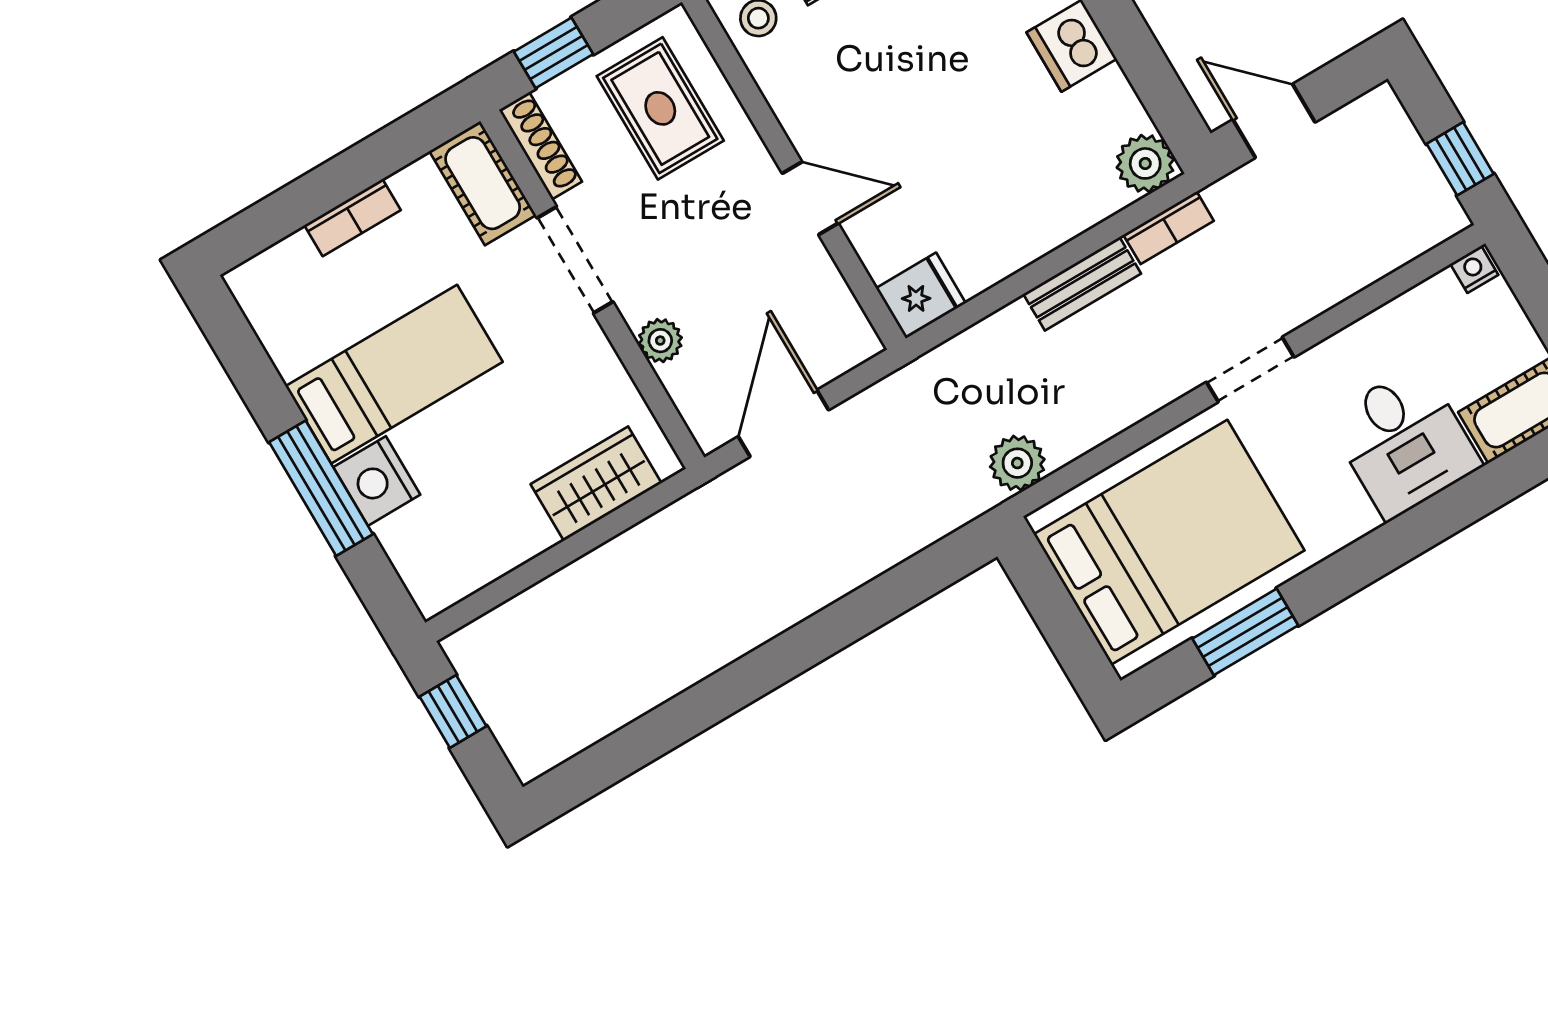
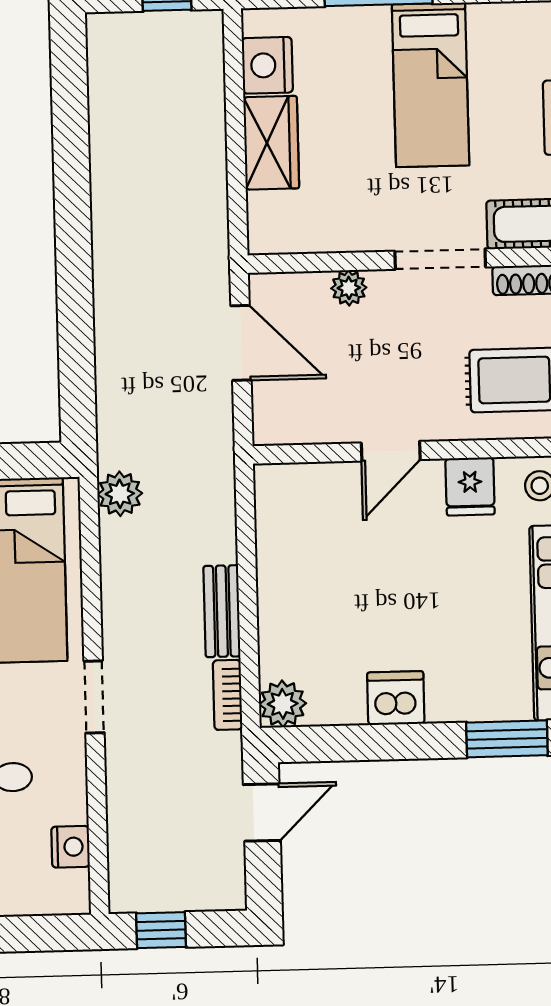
nightstand: (1474, 269) -> (70, 847), moved, width x1.39, depth x1.35
fridge: (921, 296) -> (470, 486), moved
nightstand: (377, 481) -> (267, 65), moved, turned -90
wardrobe: (596, 484) -> (271, 143), moved

